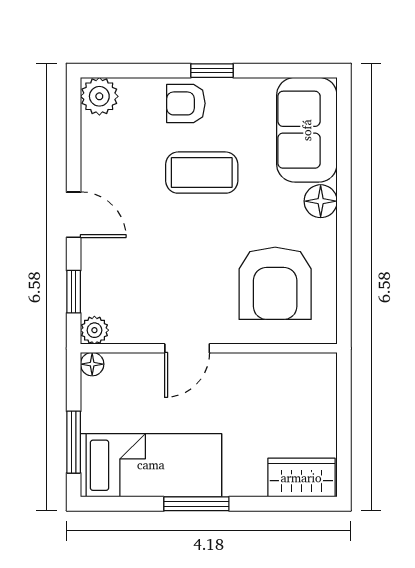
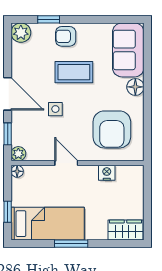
window: (212, 71) -> (49, 19), moved
door: (74, 215) -> (8, 94), width x1.38
side table: (166, 244) -> (55, 109), added
door: (187, 348) -> (66, 163), swing flipped
nightstand: (265, 367) -> (107, 173), added
window: (74, 442) -> (8, 212), width x0.67

